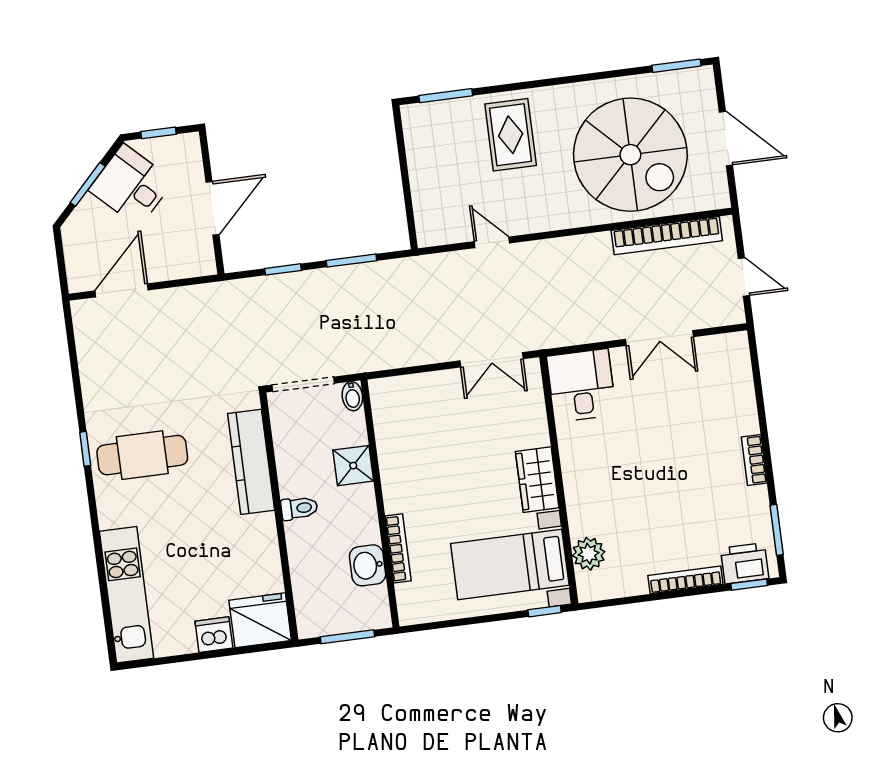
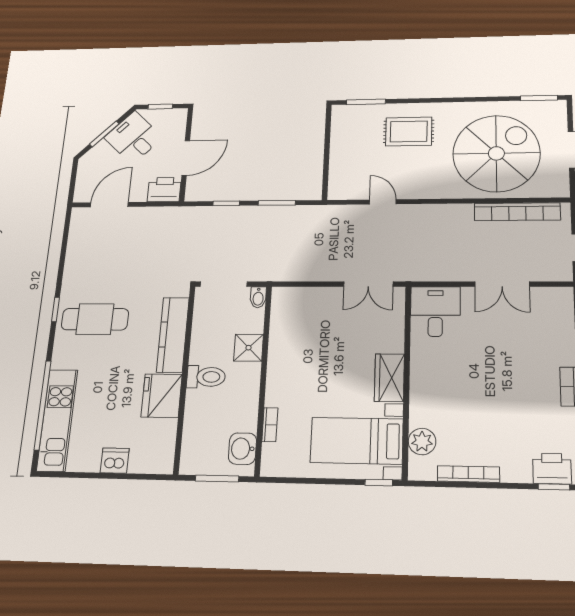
rug: (511, 135) -> (409, 132), turned 90
spiral stairs: (630, 155) -> (496, 153), turned -90
printer: (193, 259) -> (164, 190), added
toilet: (299, 508) -> (206, 377), width x1.37, depth x1.39
bookcase: (398, 548) -> (270, 425), width x0.64
washbasin: (368, 565) -> (242, 449), moved
window: (102, 578) -> (43, 405), added
bookcase: (685, 580) -> (468, 474), moved
fridge: (260, 620) -> (162, 396), moved, turned -90

